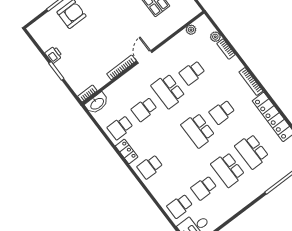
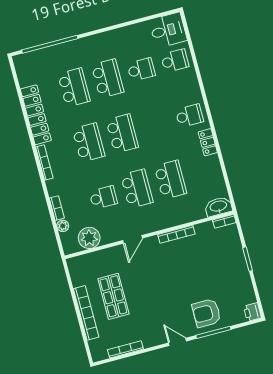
plant: (191, 30) -> (89, 238), width x1.87, depth x1.87
printer: (54, 55) -> (252, 312), moved
door: (144, 57) -> (133, 239), moved
school desk: (144, 109) -> (170, 180), width x1.85
school desk: (222, 112) -> (89, 143), width x1.85
school desk: (120, 127) -> (204, 171), removed

